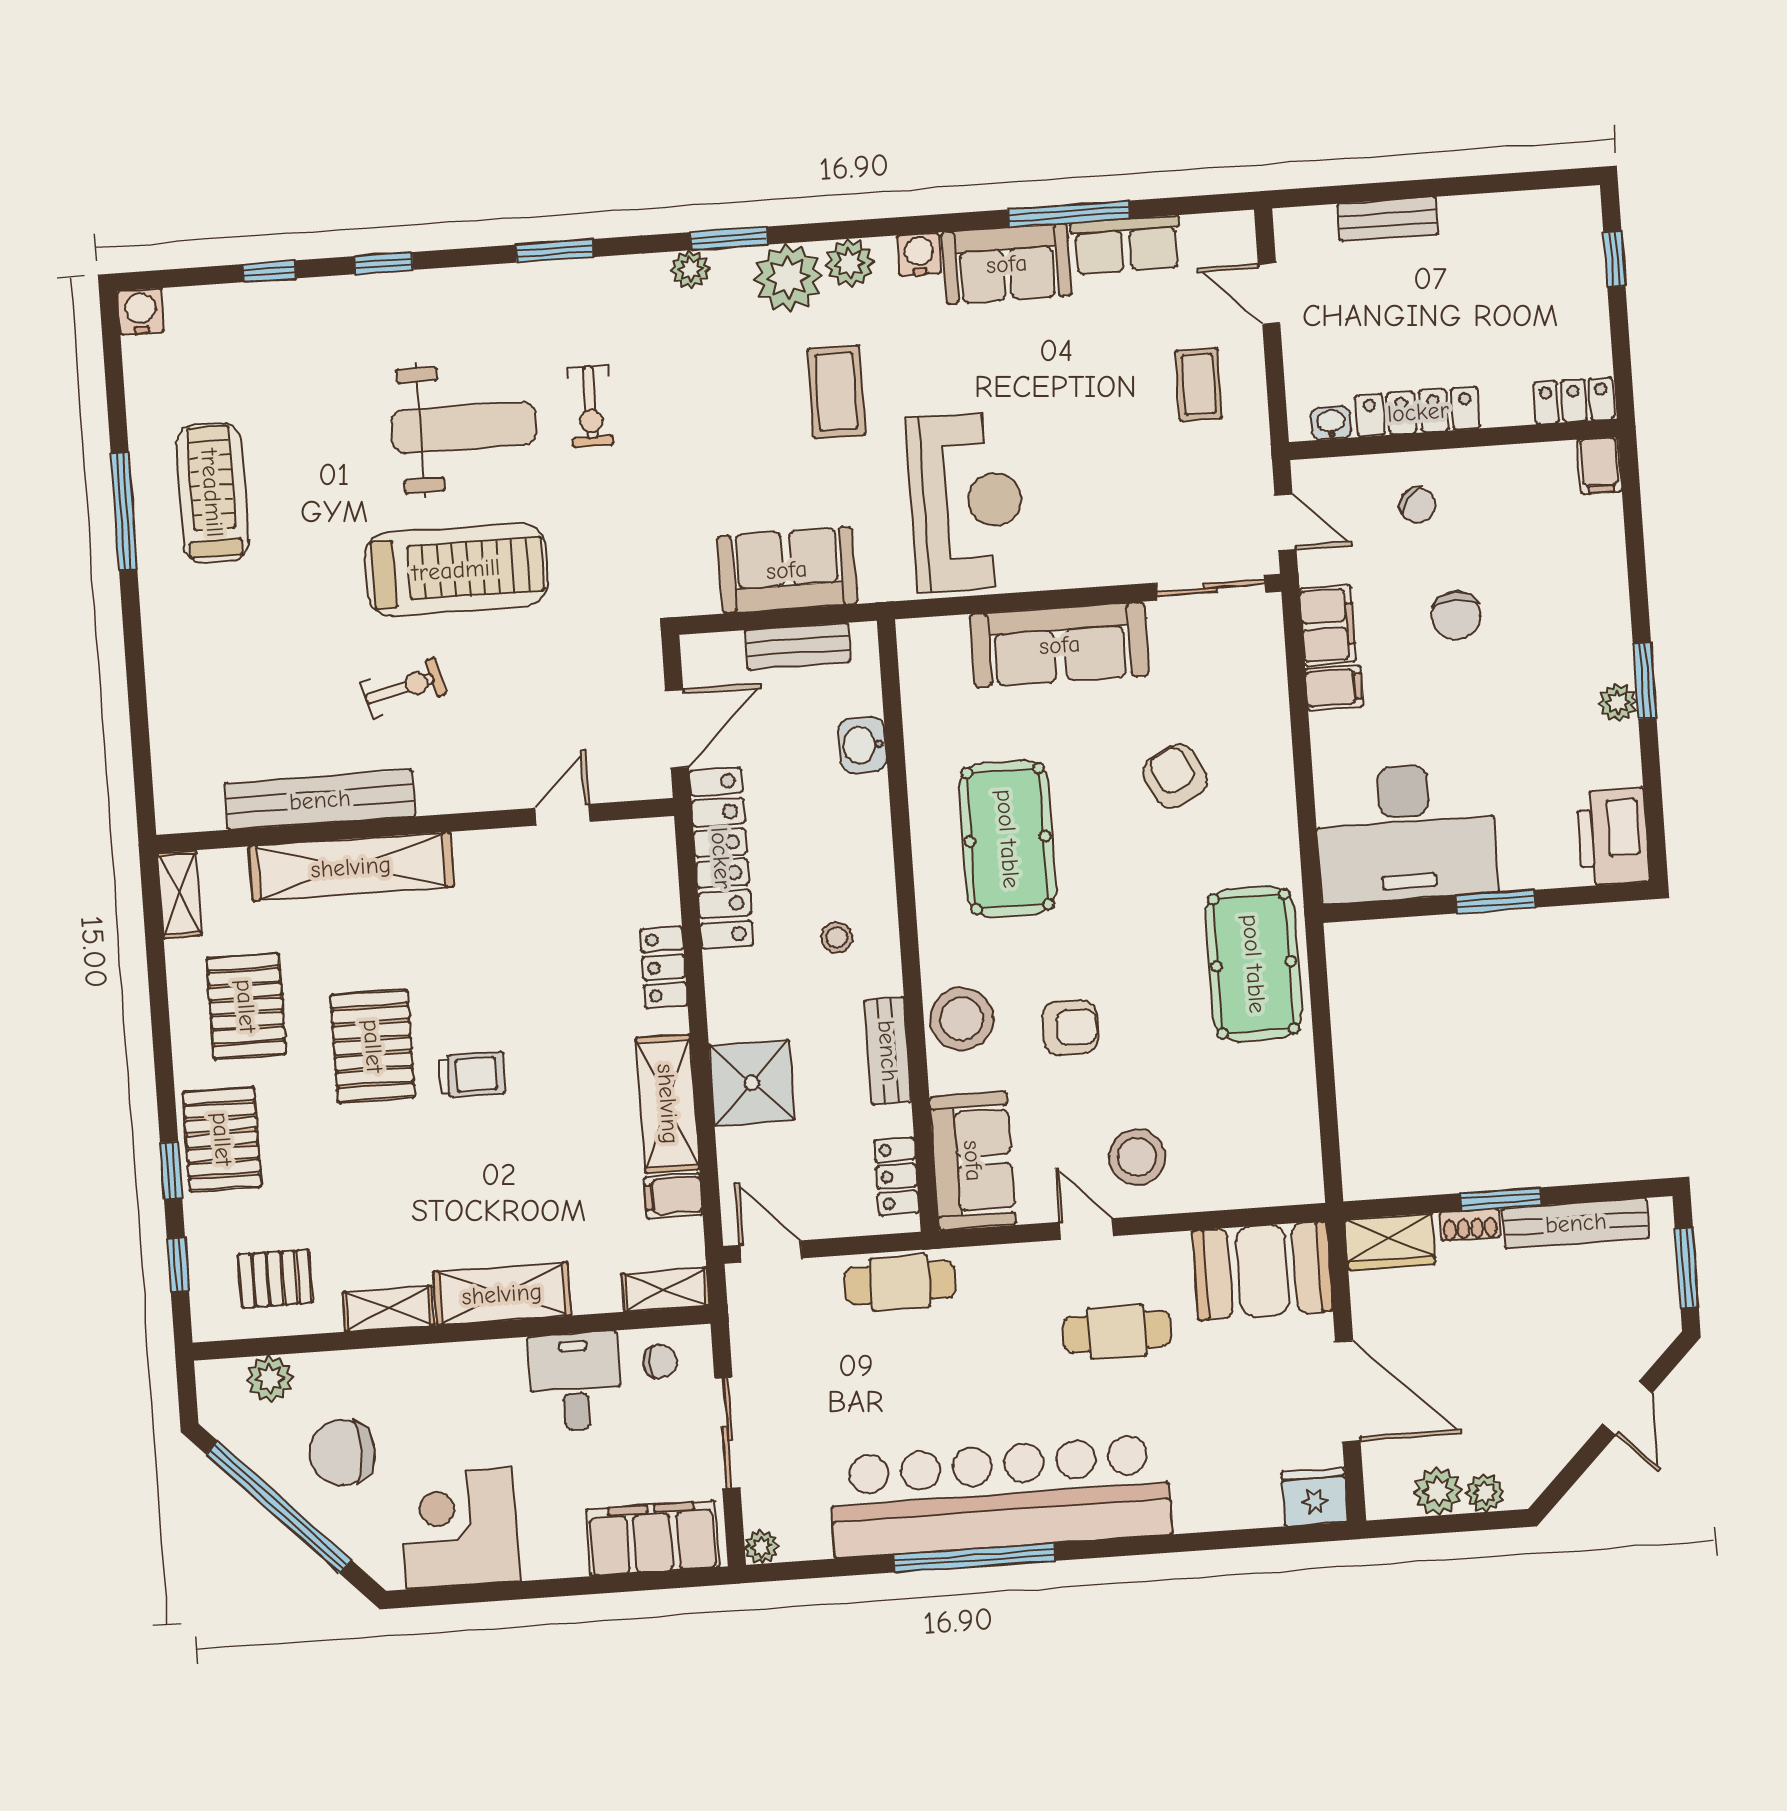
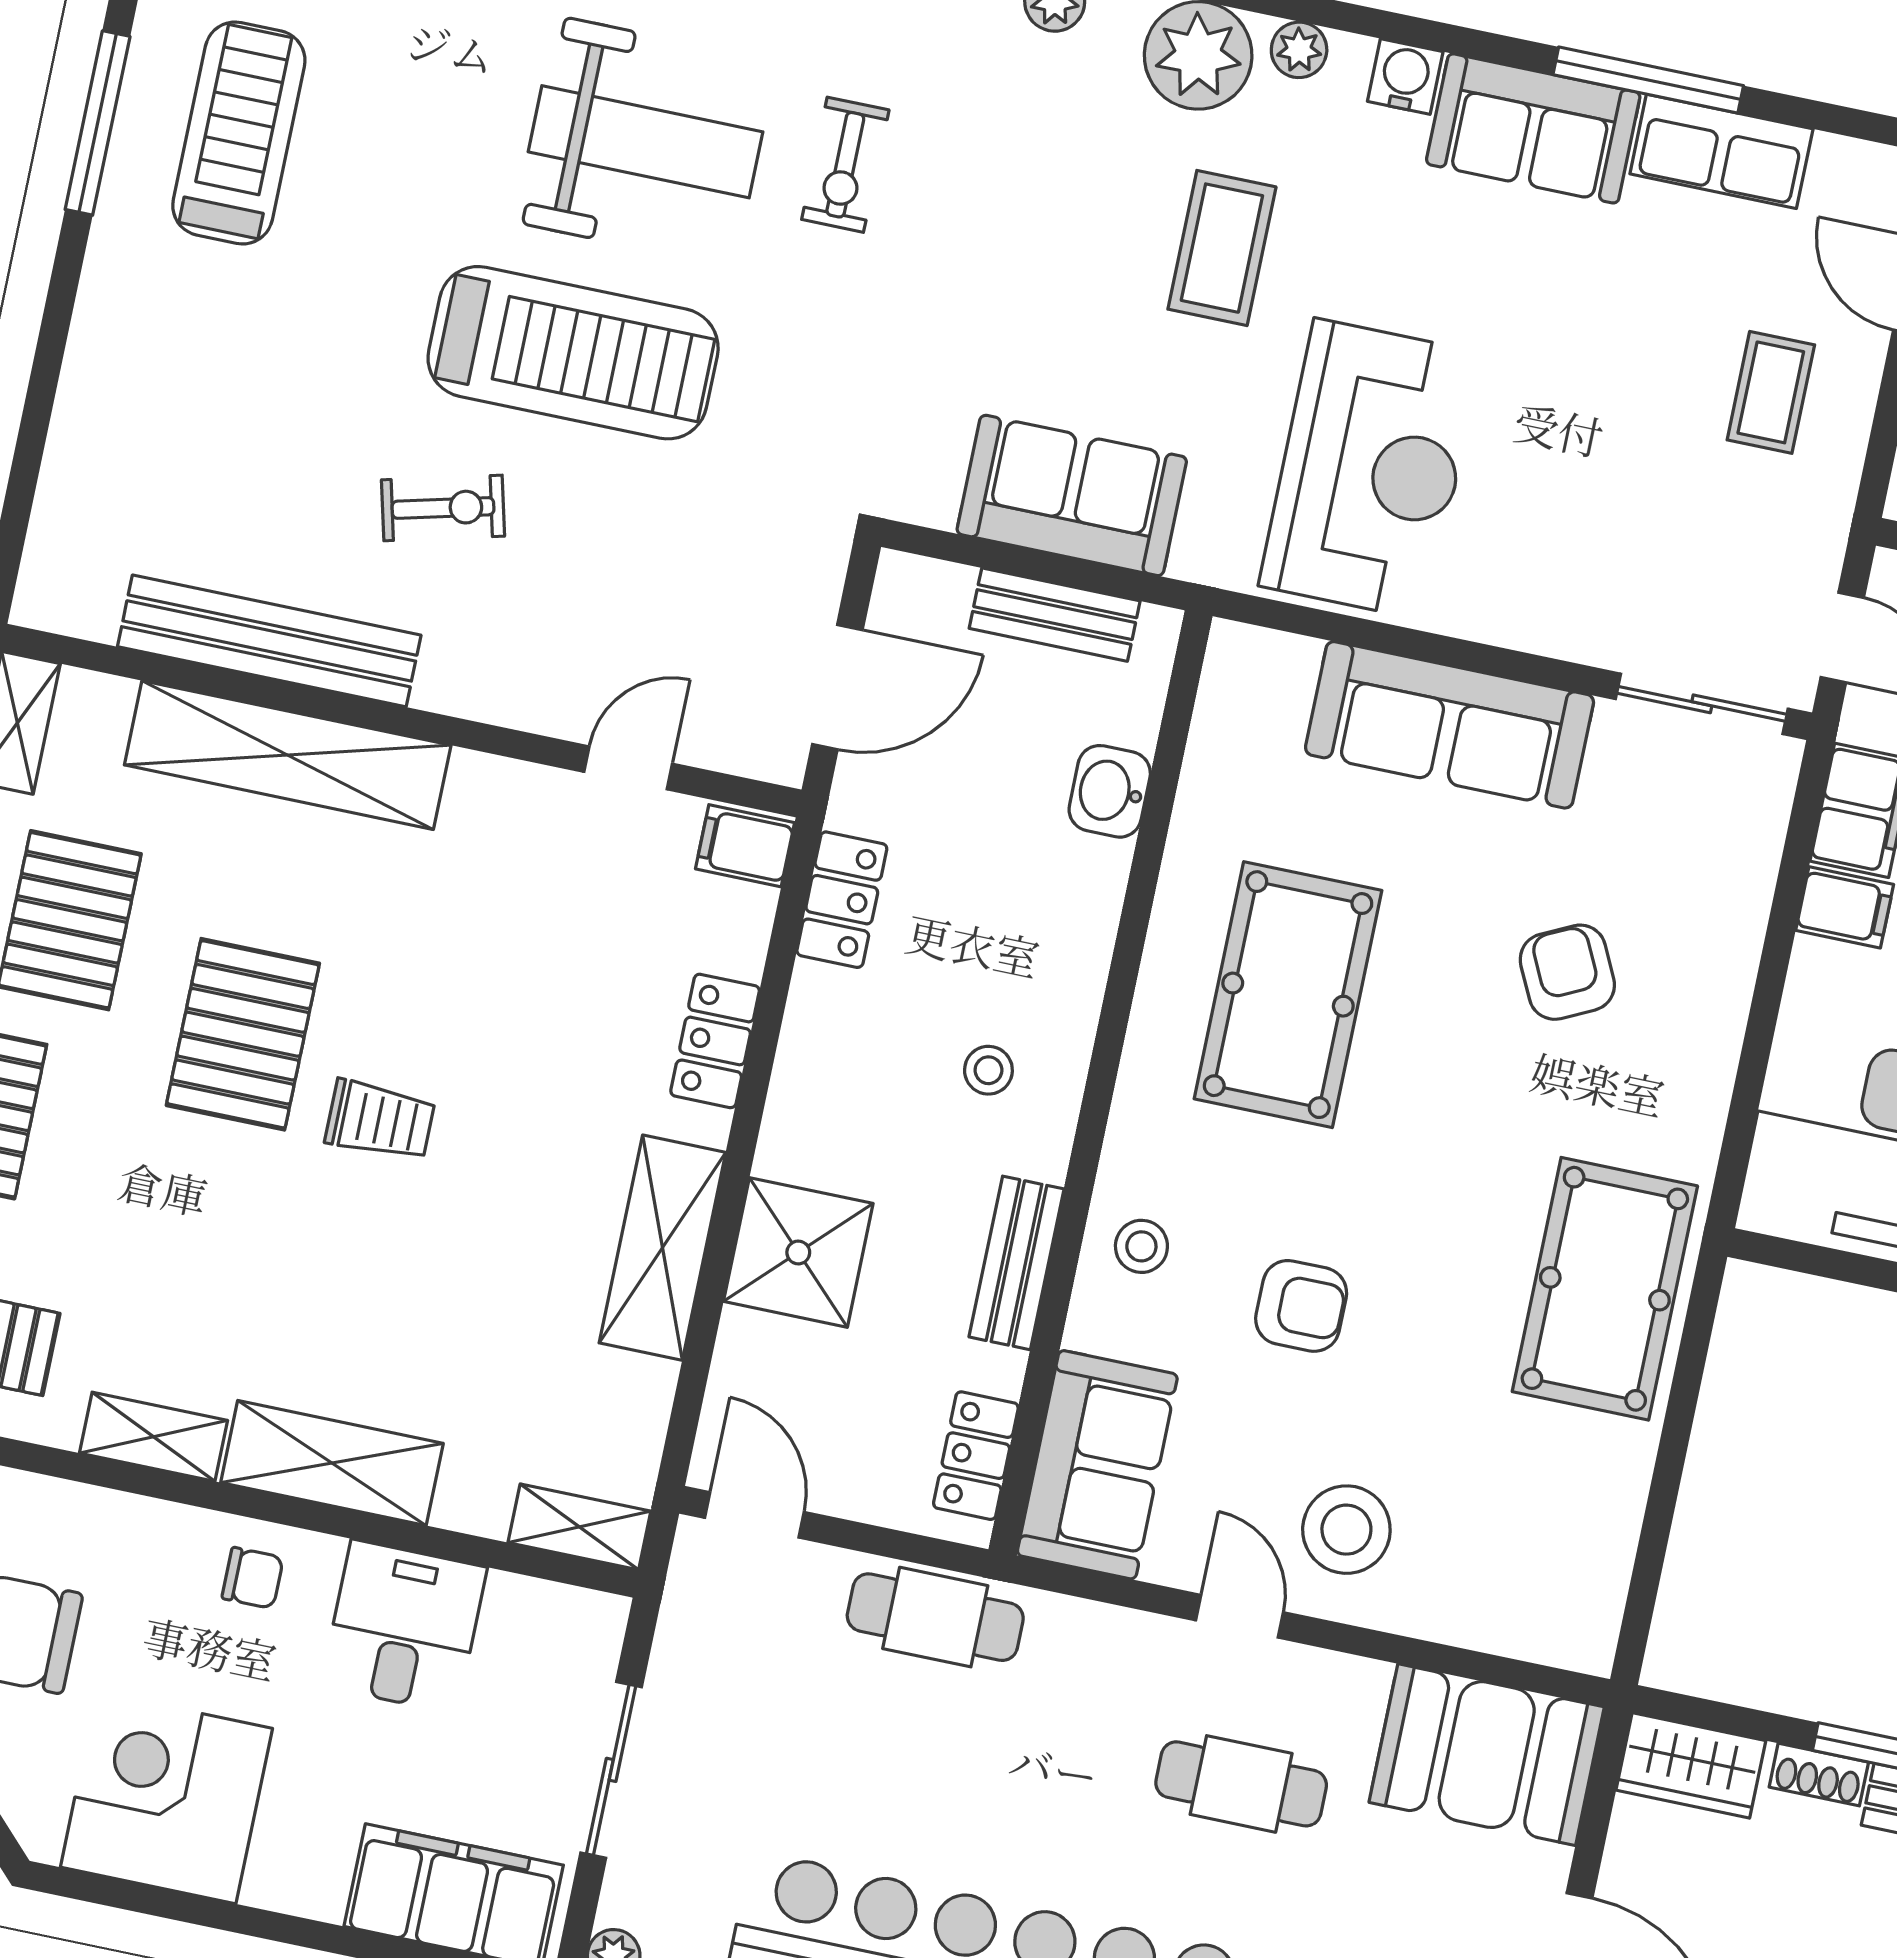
plant: (850, 263) -> (1299, 50), width x0.73, depth x0.73
locker: (721, 858) -> (842, 900), width x0.46, depth x0.83
stool: (962, 1019) -> (1141, 1246), width x0.53, depth x0.53
filing cabinet: (673, 1196) -> (745, 846), moved
chair: (660, 1361) -> (253, 1578), moved

